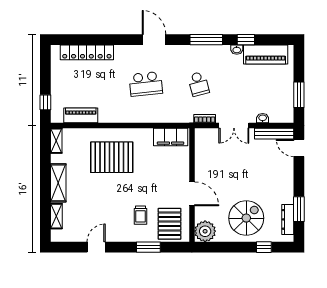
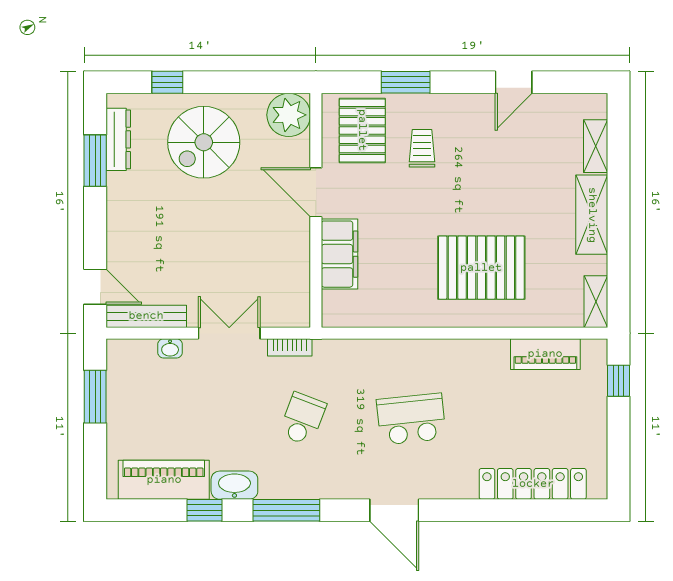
washbasin: (237, 50) -> (234, 485), width x1.91, depth x1.45
school desk: (198, 84) -> (302, 419), turned 36
filing cabinet: (171, 137) -> (340, 254), moved, turned 90

